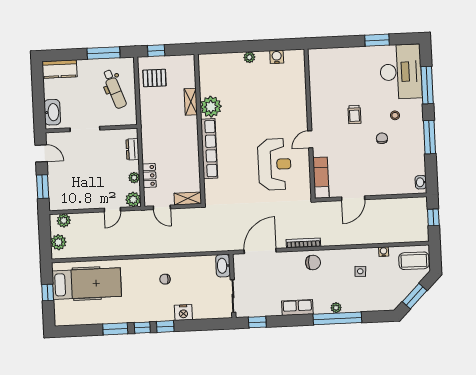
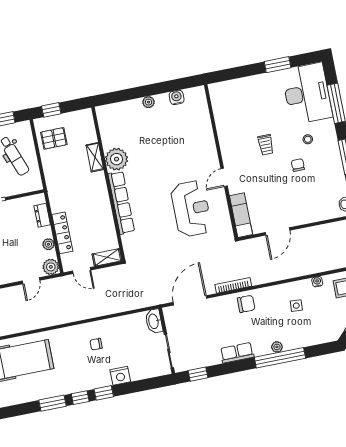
locker: (149, 176) -> (62, 233), width x1.53

